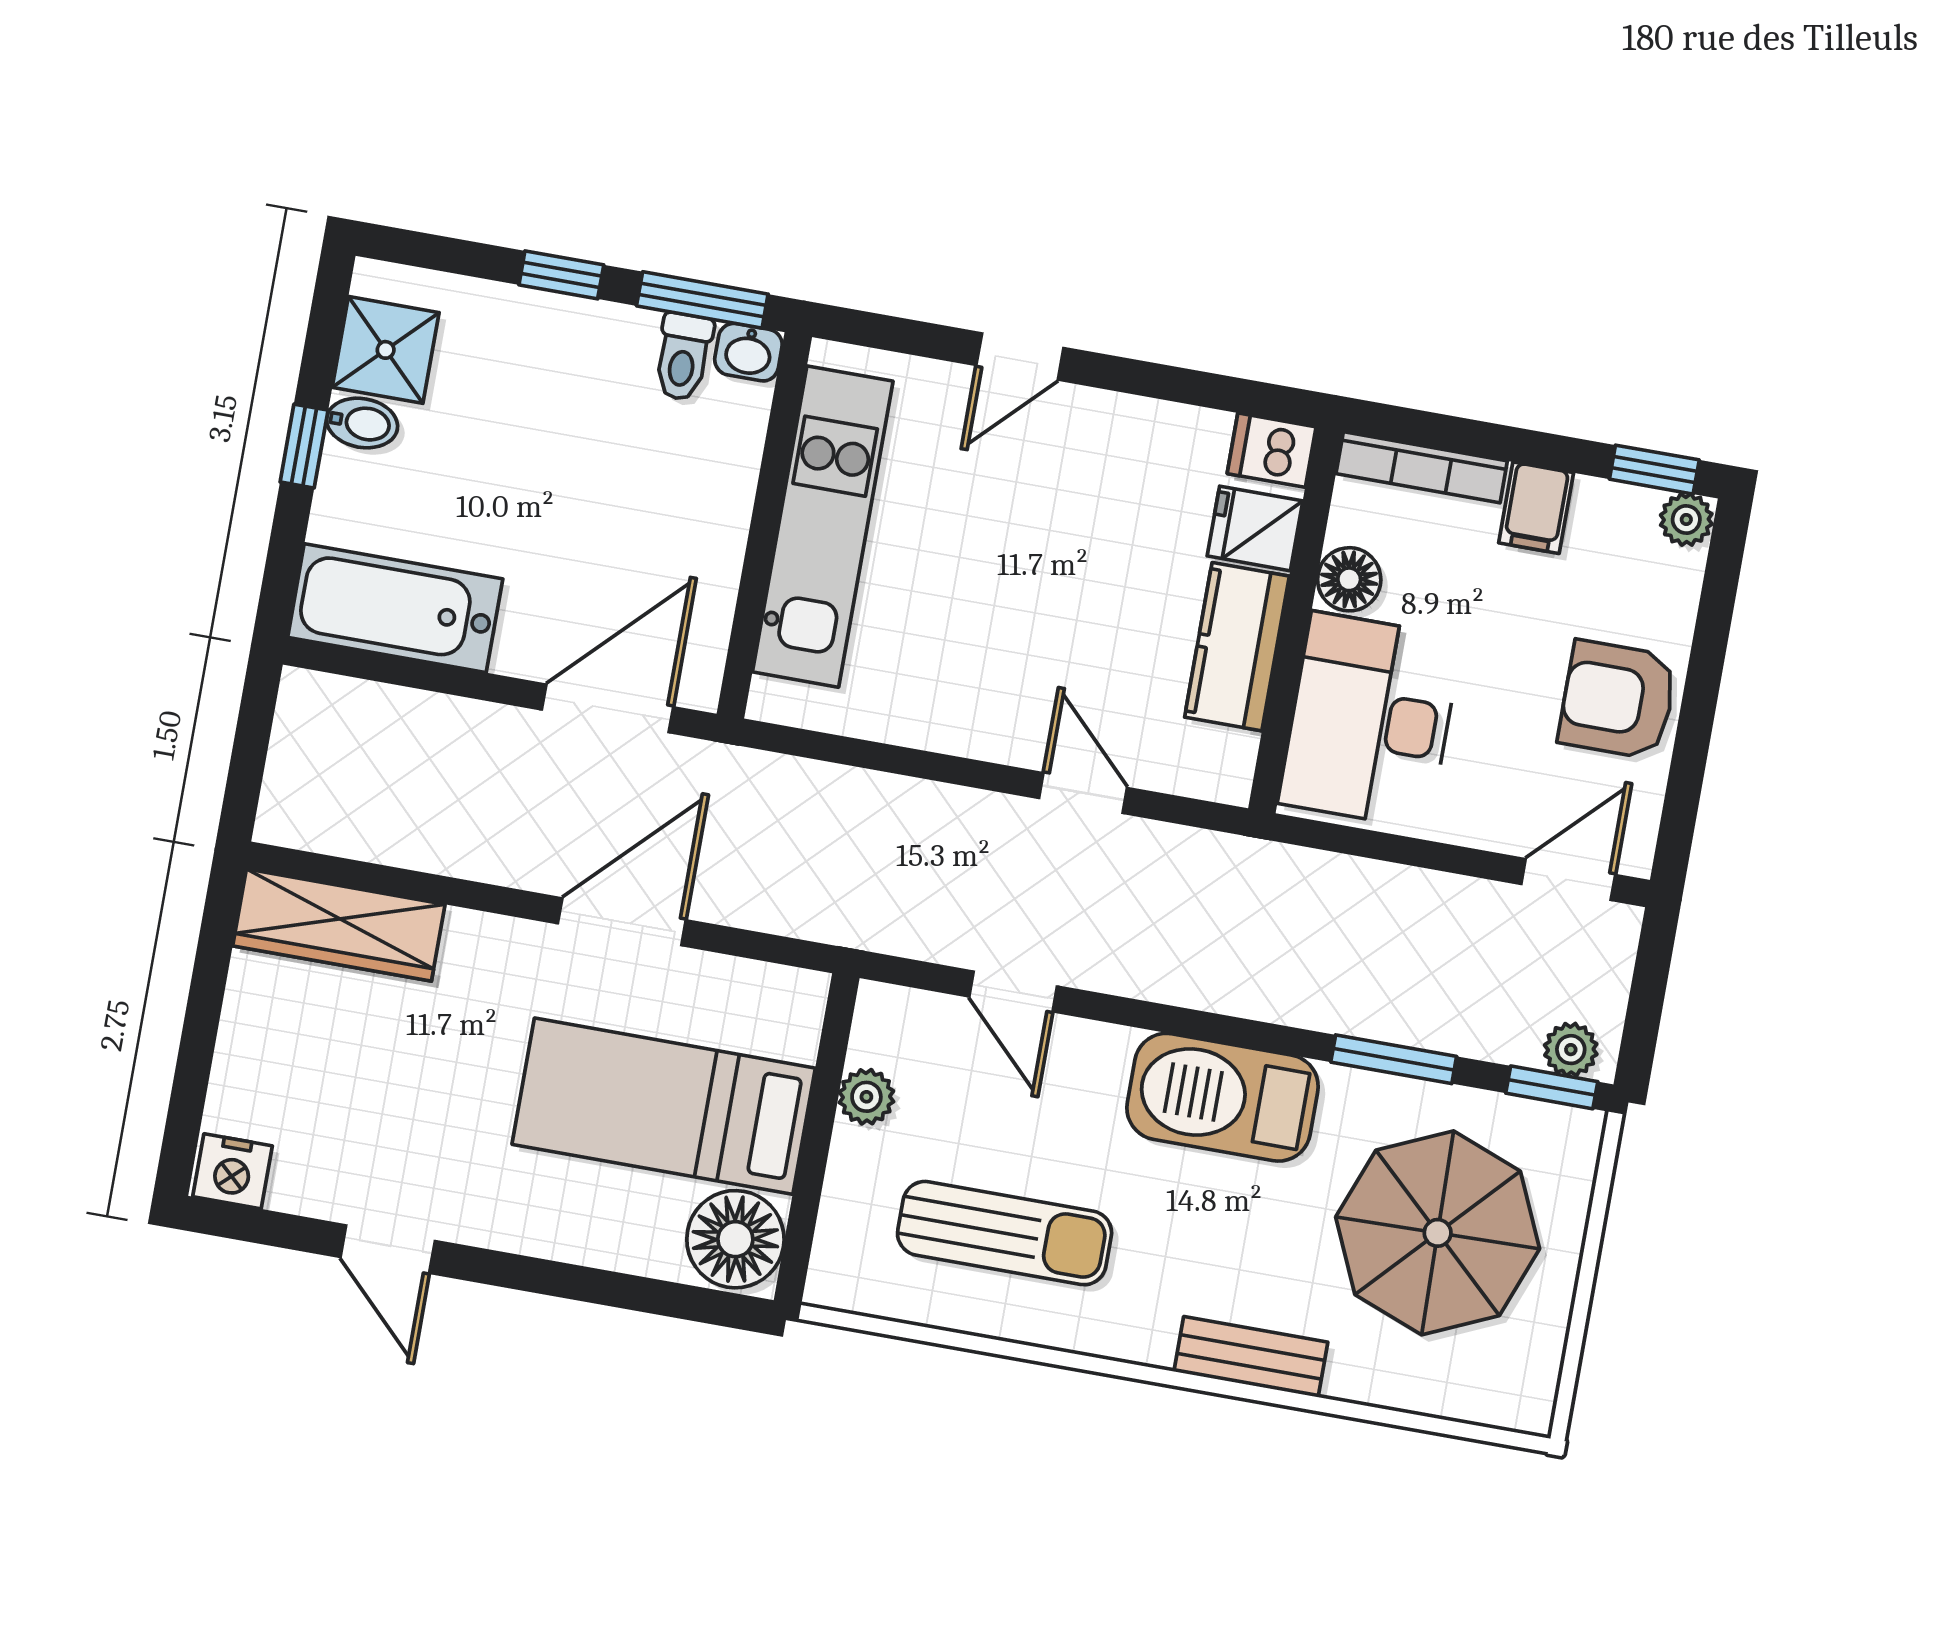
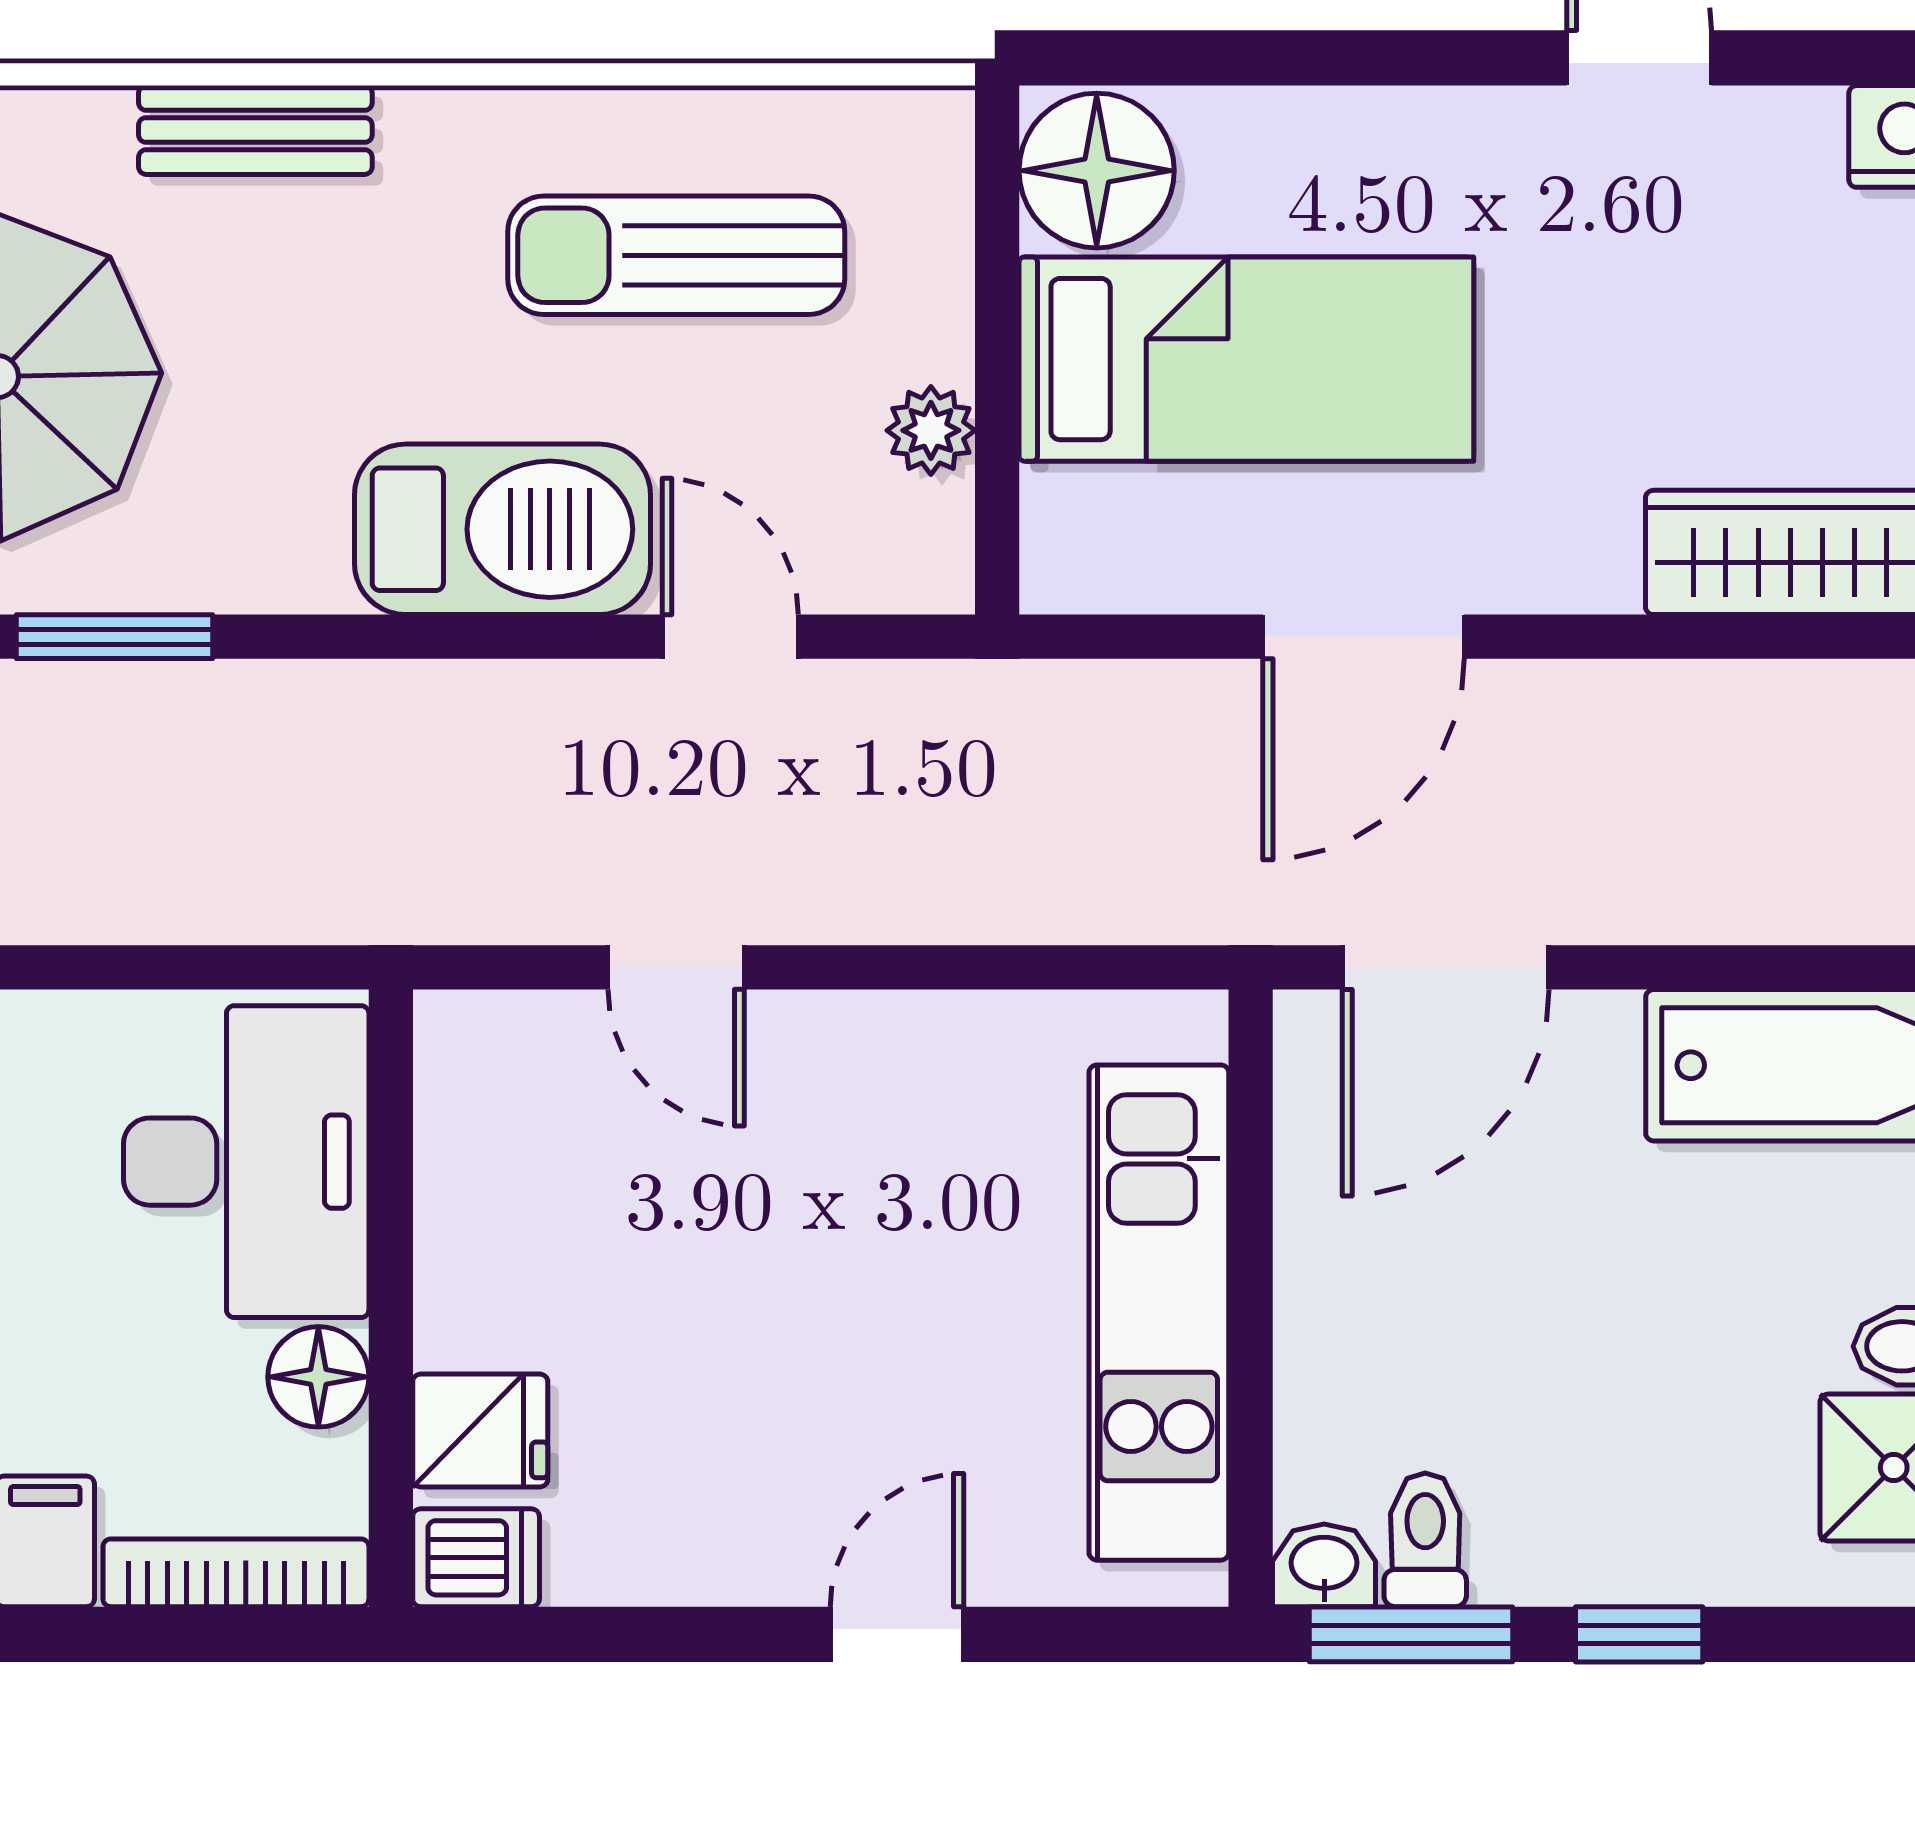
kitchen counter: (1237, 647) -> (475, 1240), removed
barbecue: (1223, 1097) -> (503, 529), moved

